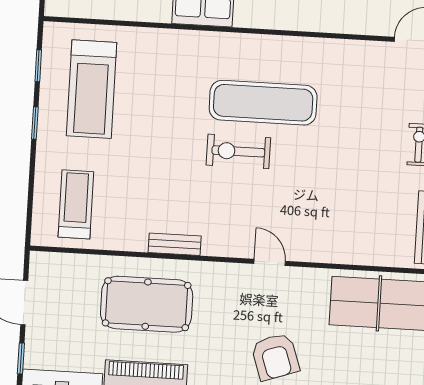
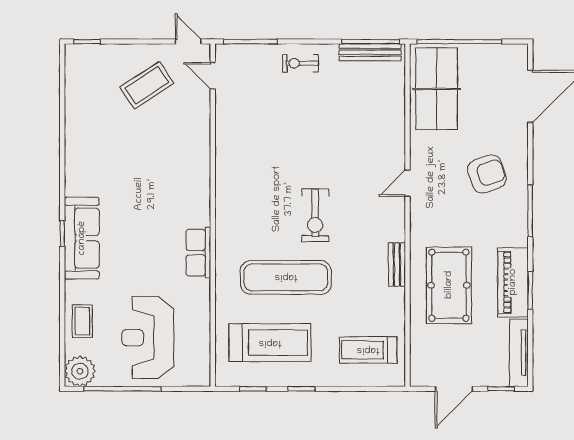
exercise mat: (263, 103) -> (286, 277), moved, turned 90

